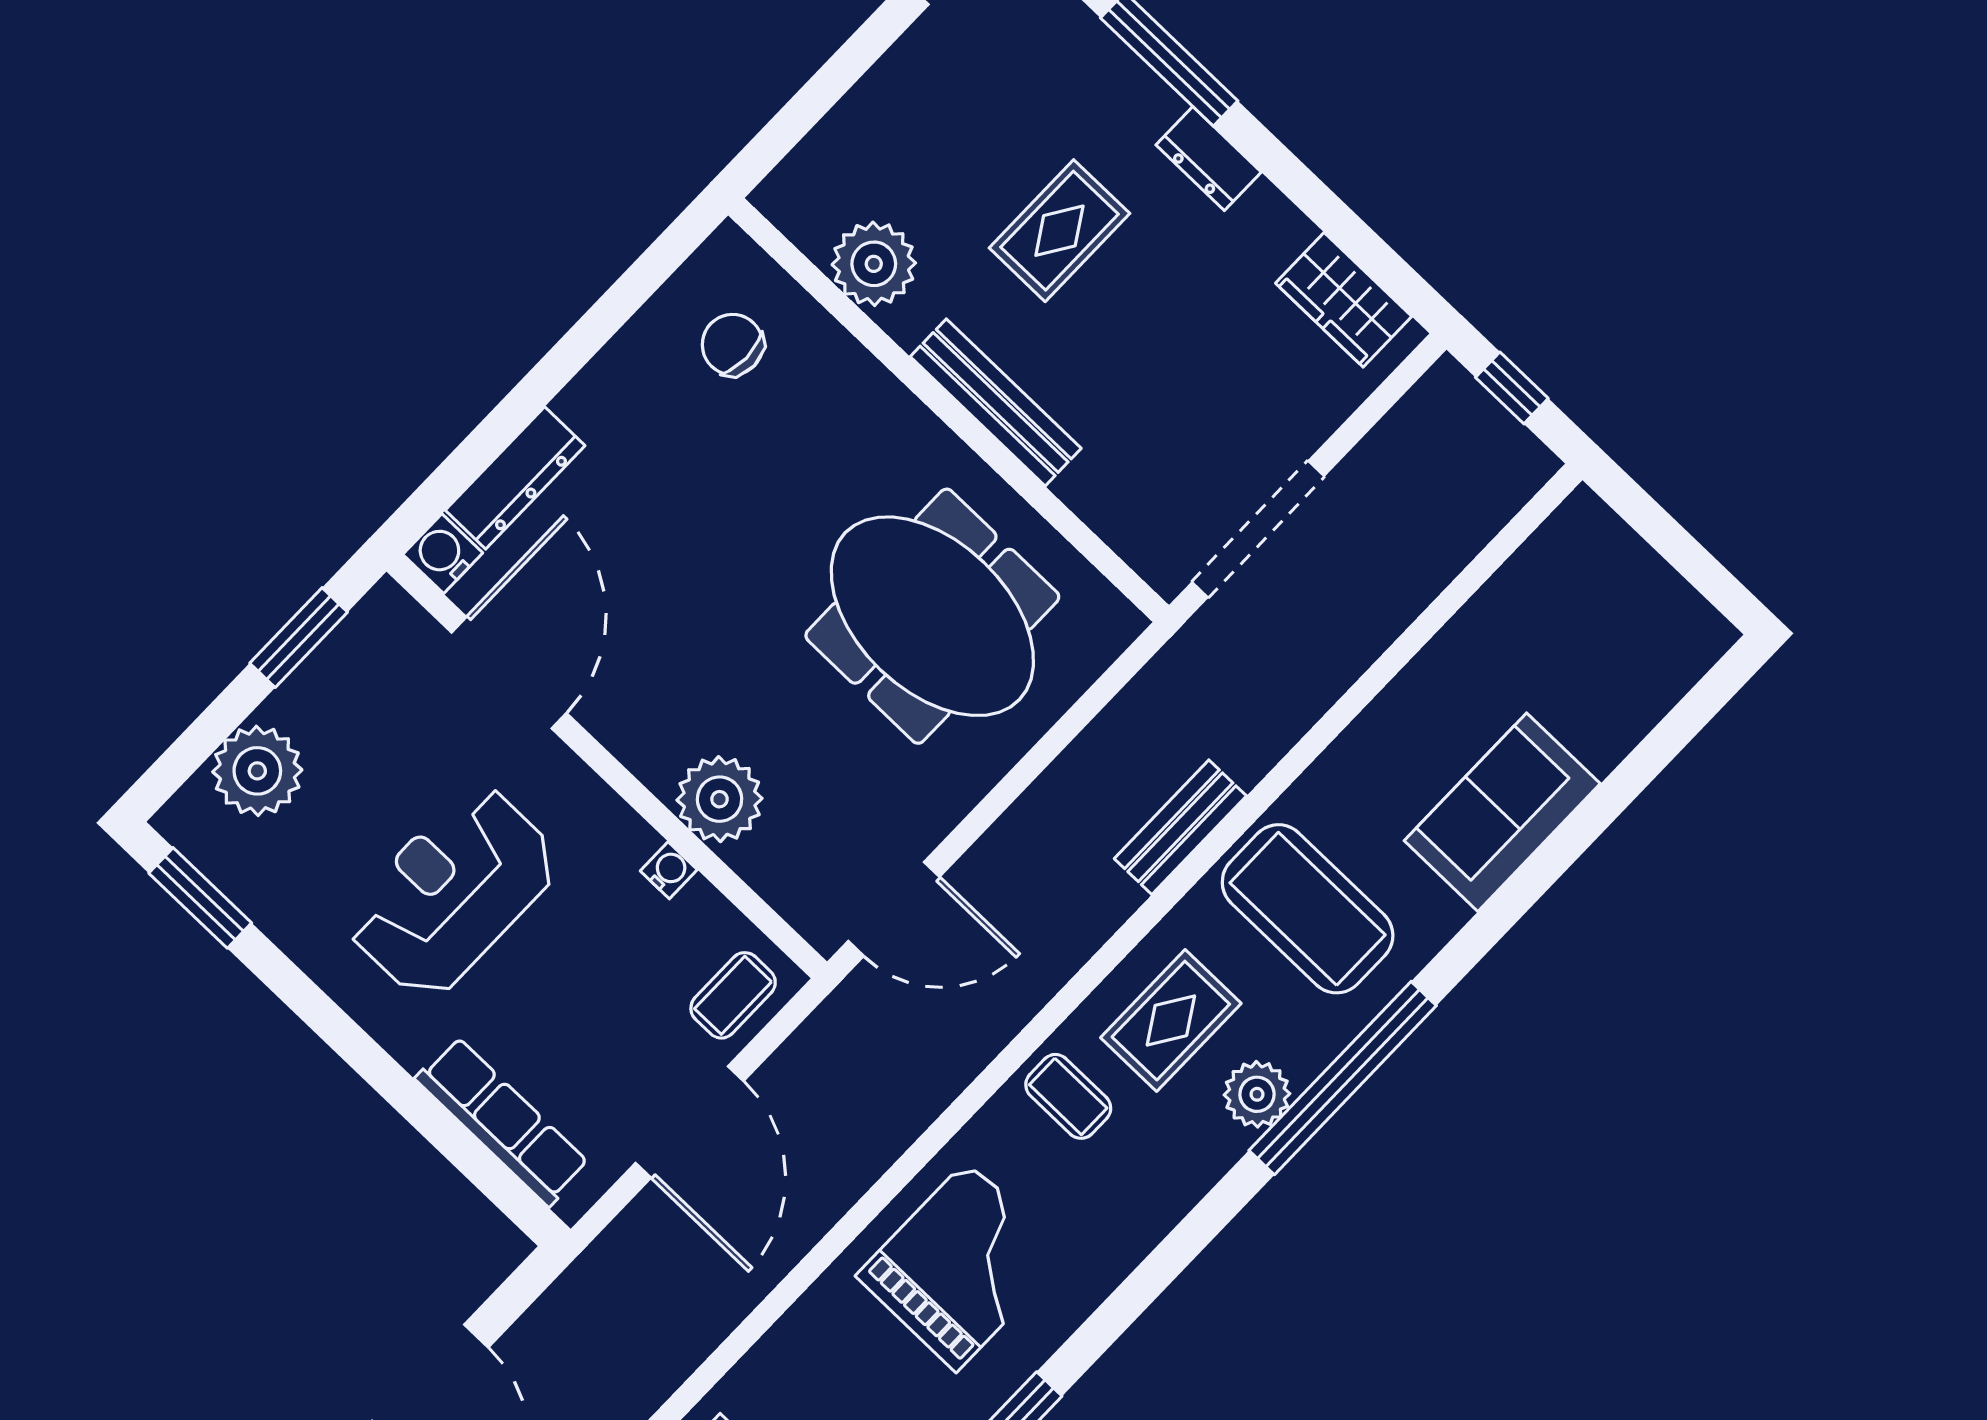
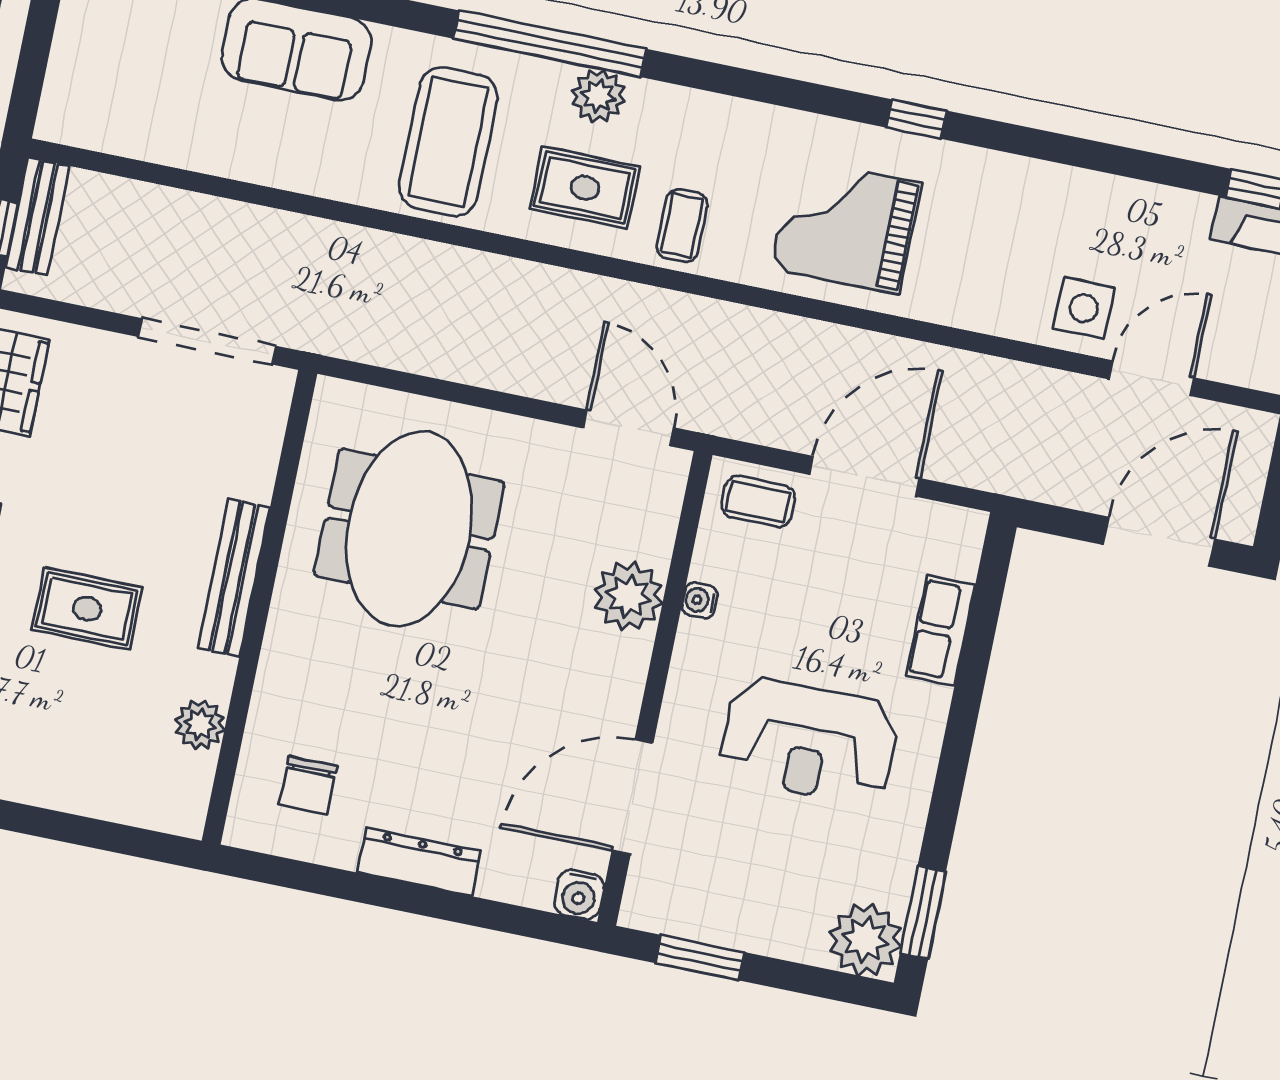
plant: (874, 264) -> (200, 725), width x0.73, depth x0.73
dresser: (515, 478) -> (419, 862), moved
plant: (257, 771) -> (865, 940), moved
bench: (1180, 827) -> (38, 217), moved, turned 90
row of seats: (502, 1121) -> (941, 630), width x0.68

